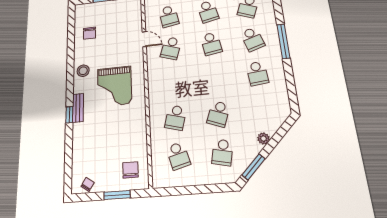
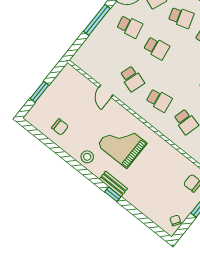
school desk: (169, 16) -> (159, 100), moved
door: (144, 39) -> (106, 91), swing flipped
grand piano: (114, 86) -> (122, 144), turned 180

